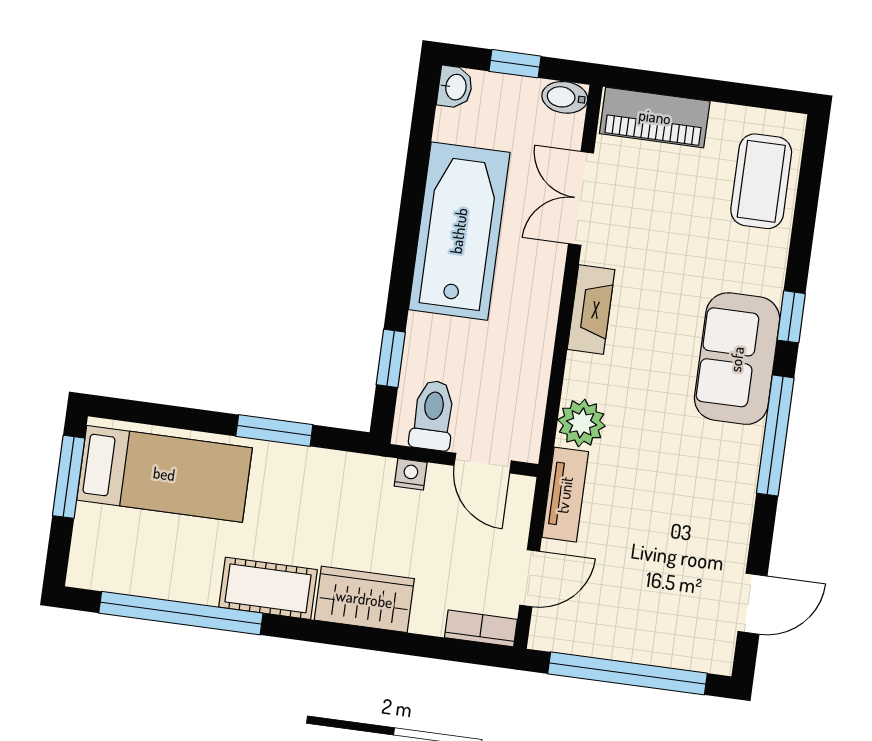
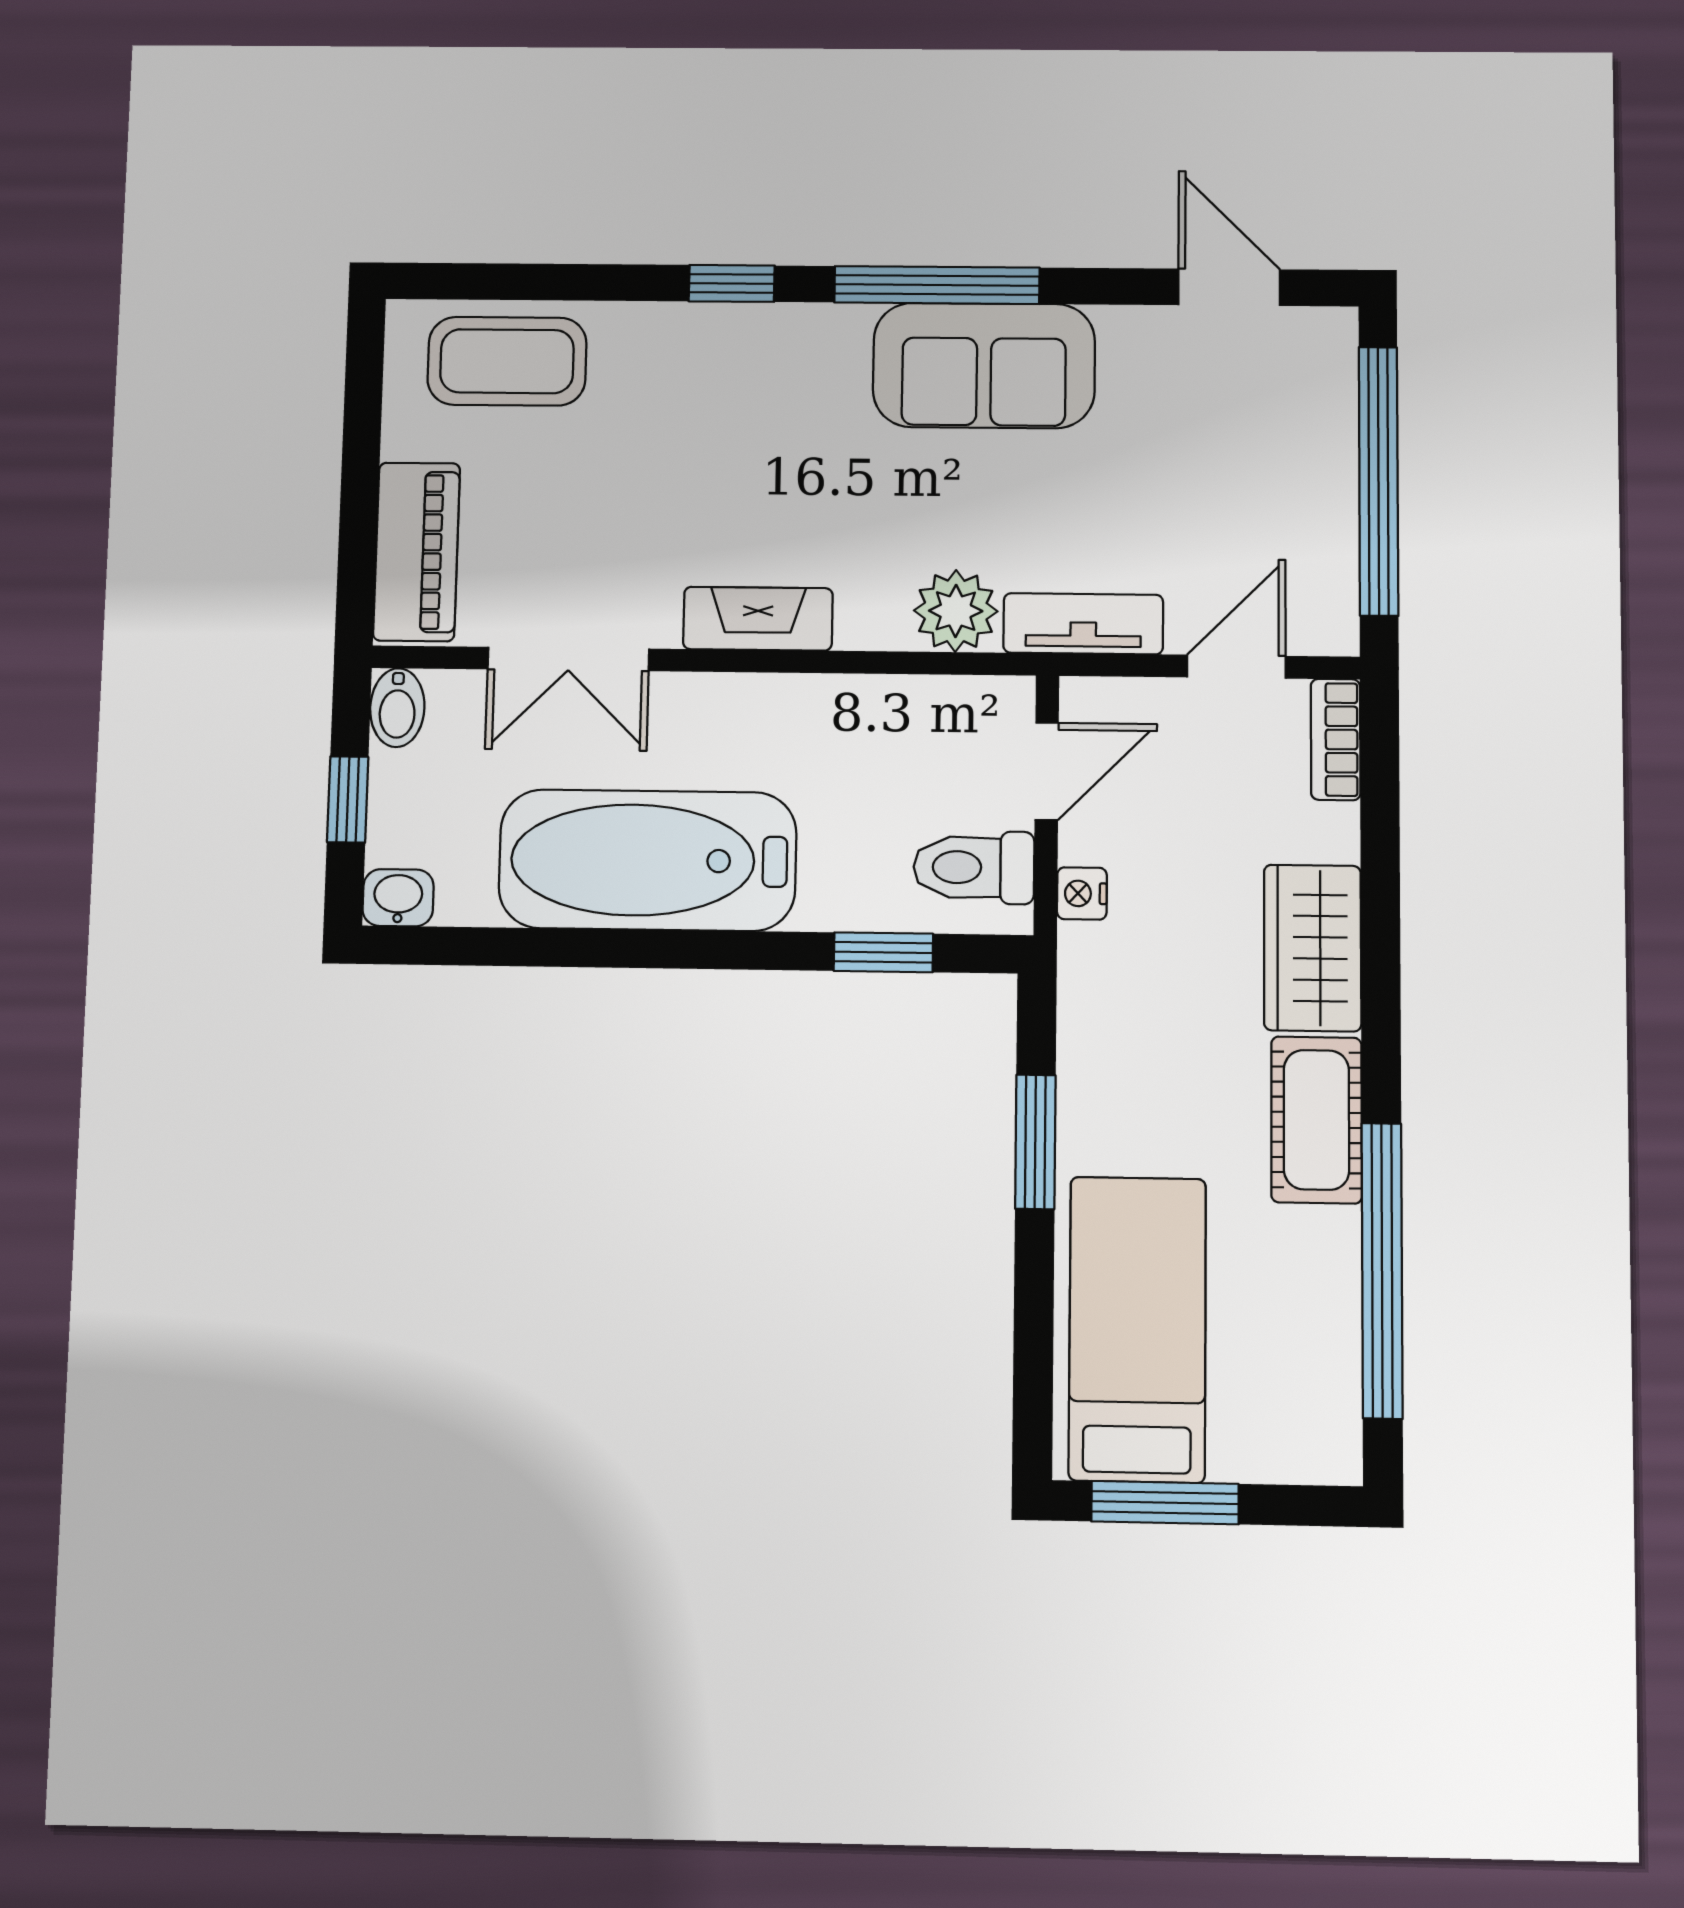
sofa: (737, 359) -> (984, 366), moved
door: (530, 578) -> (1236, 667), hinge flipped

